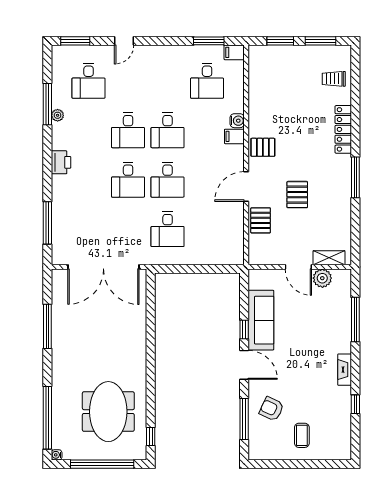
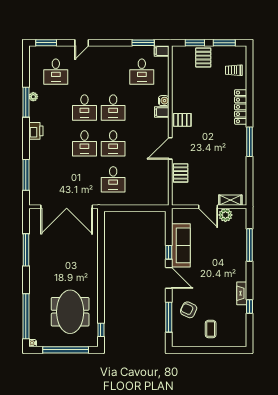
window: (47, 104) -> (26, 102), moved
pallet: (297, 195) -> (203, 58), moved
fireplace: (345, 370) -> (242, 293), moved

